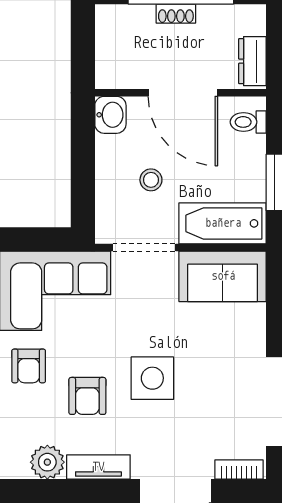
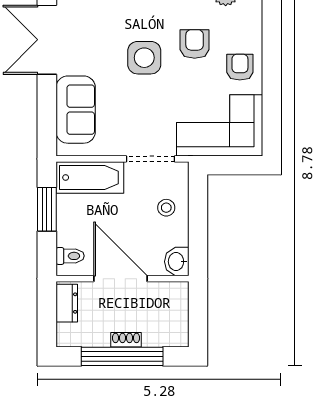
stool: (151, 180) -> (166, 208), moved
sofa: (223, 276) -> (76, 110), moved, turned 90

